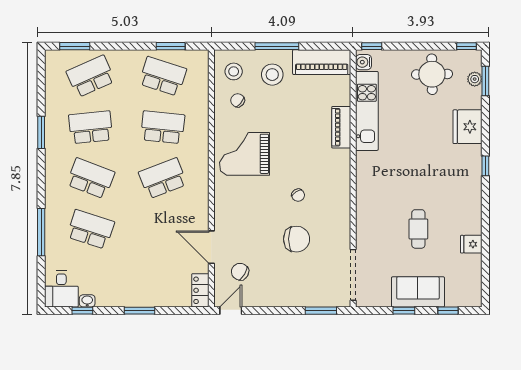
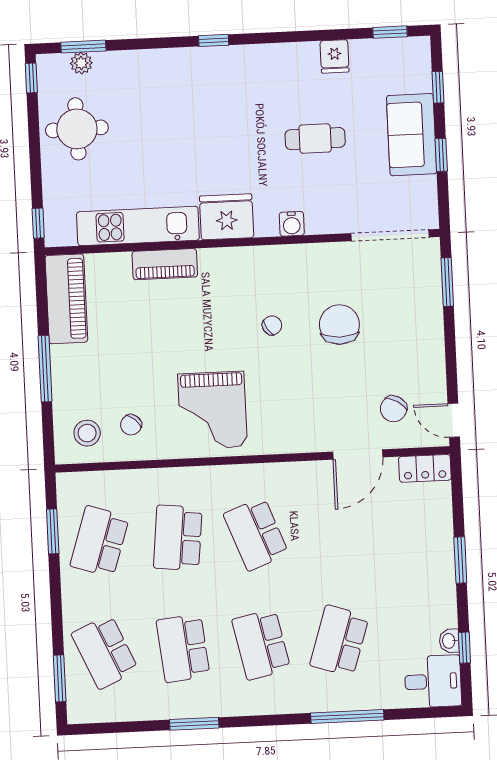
water cooler: (364, 62) -> (292, 224), moved
stool: (272, 75) -> (89, 374), removed
fridge: (468, 127) -> (227, 217), moved, turned 180
school desk: (91, 178) -> (261, 644), turned -33
window: (485, 281) -> (390, 32), added

